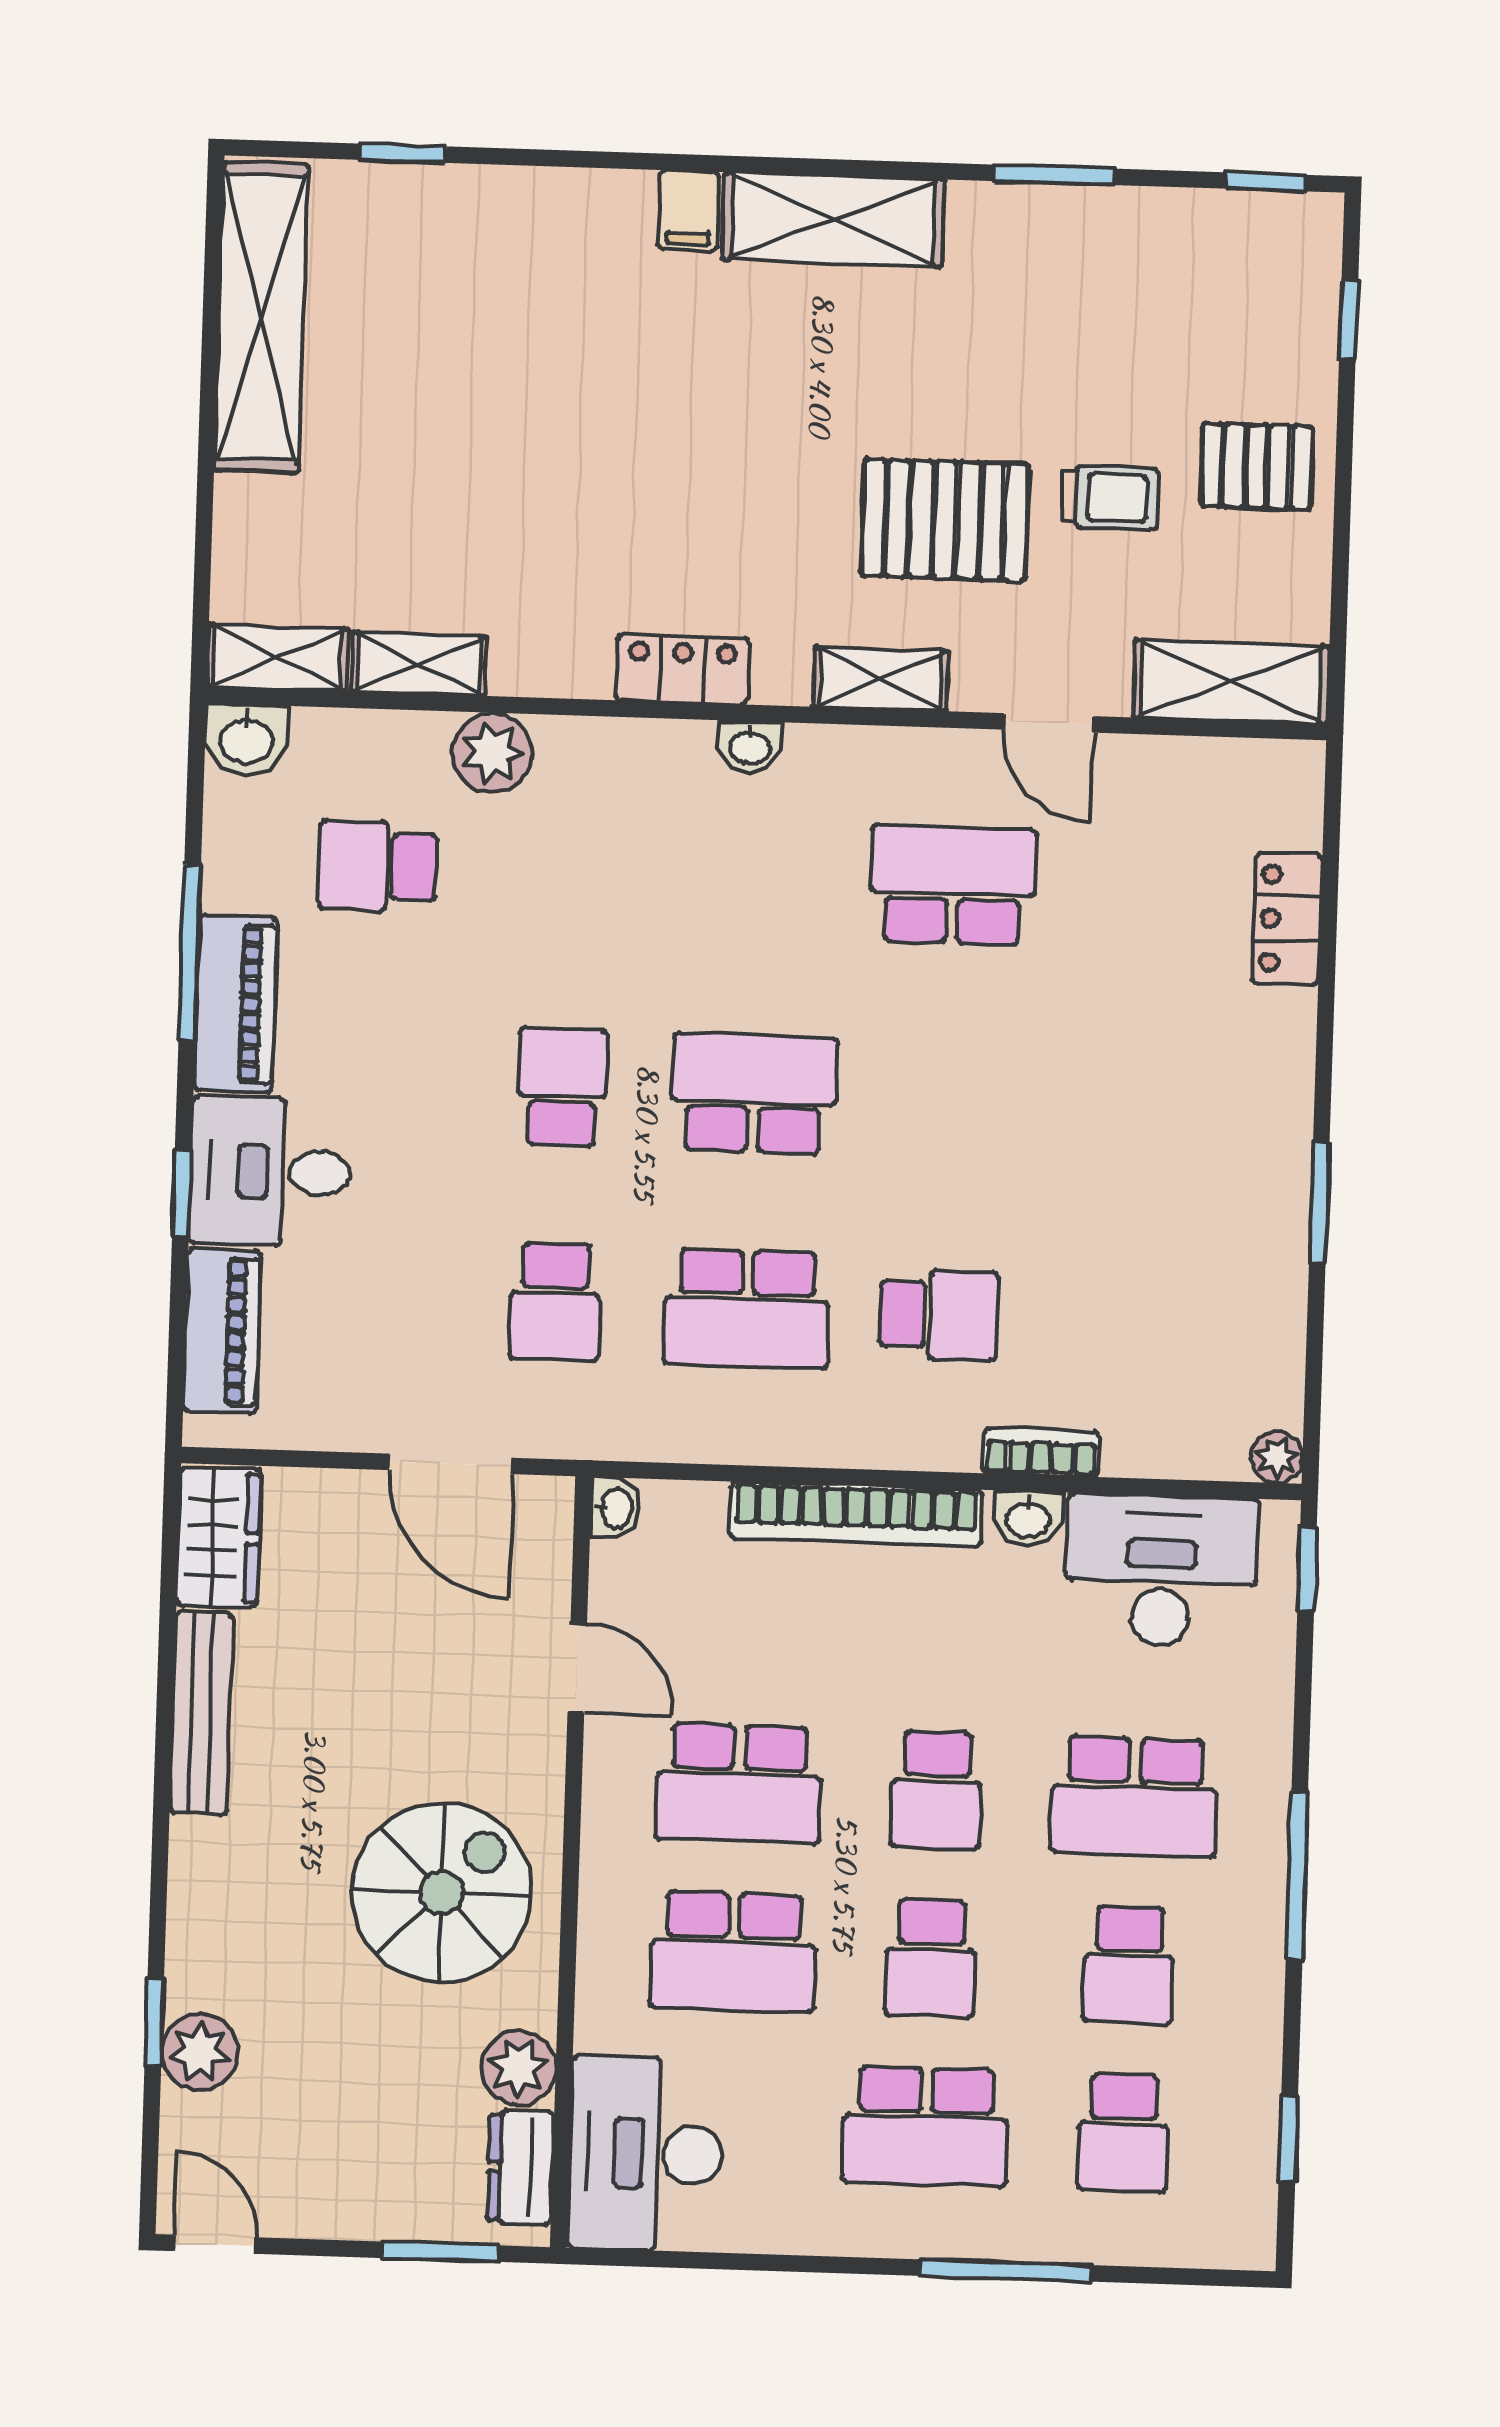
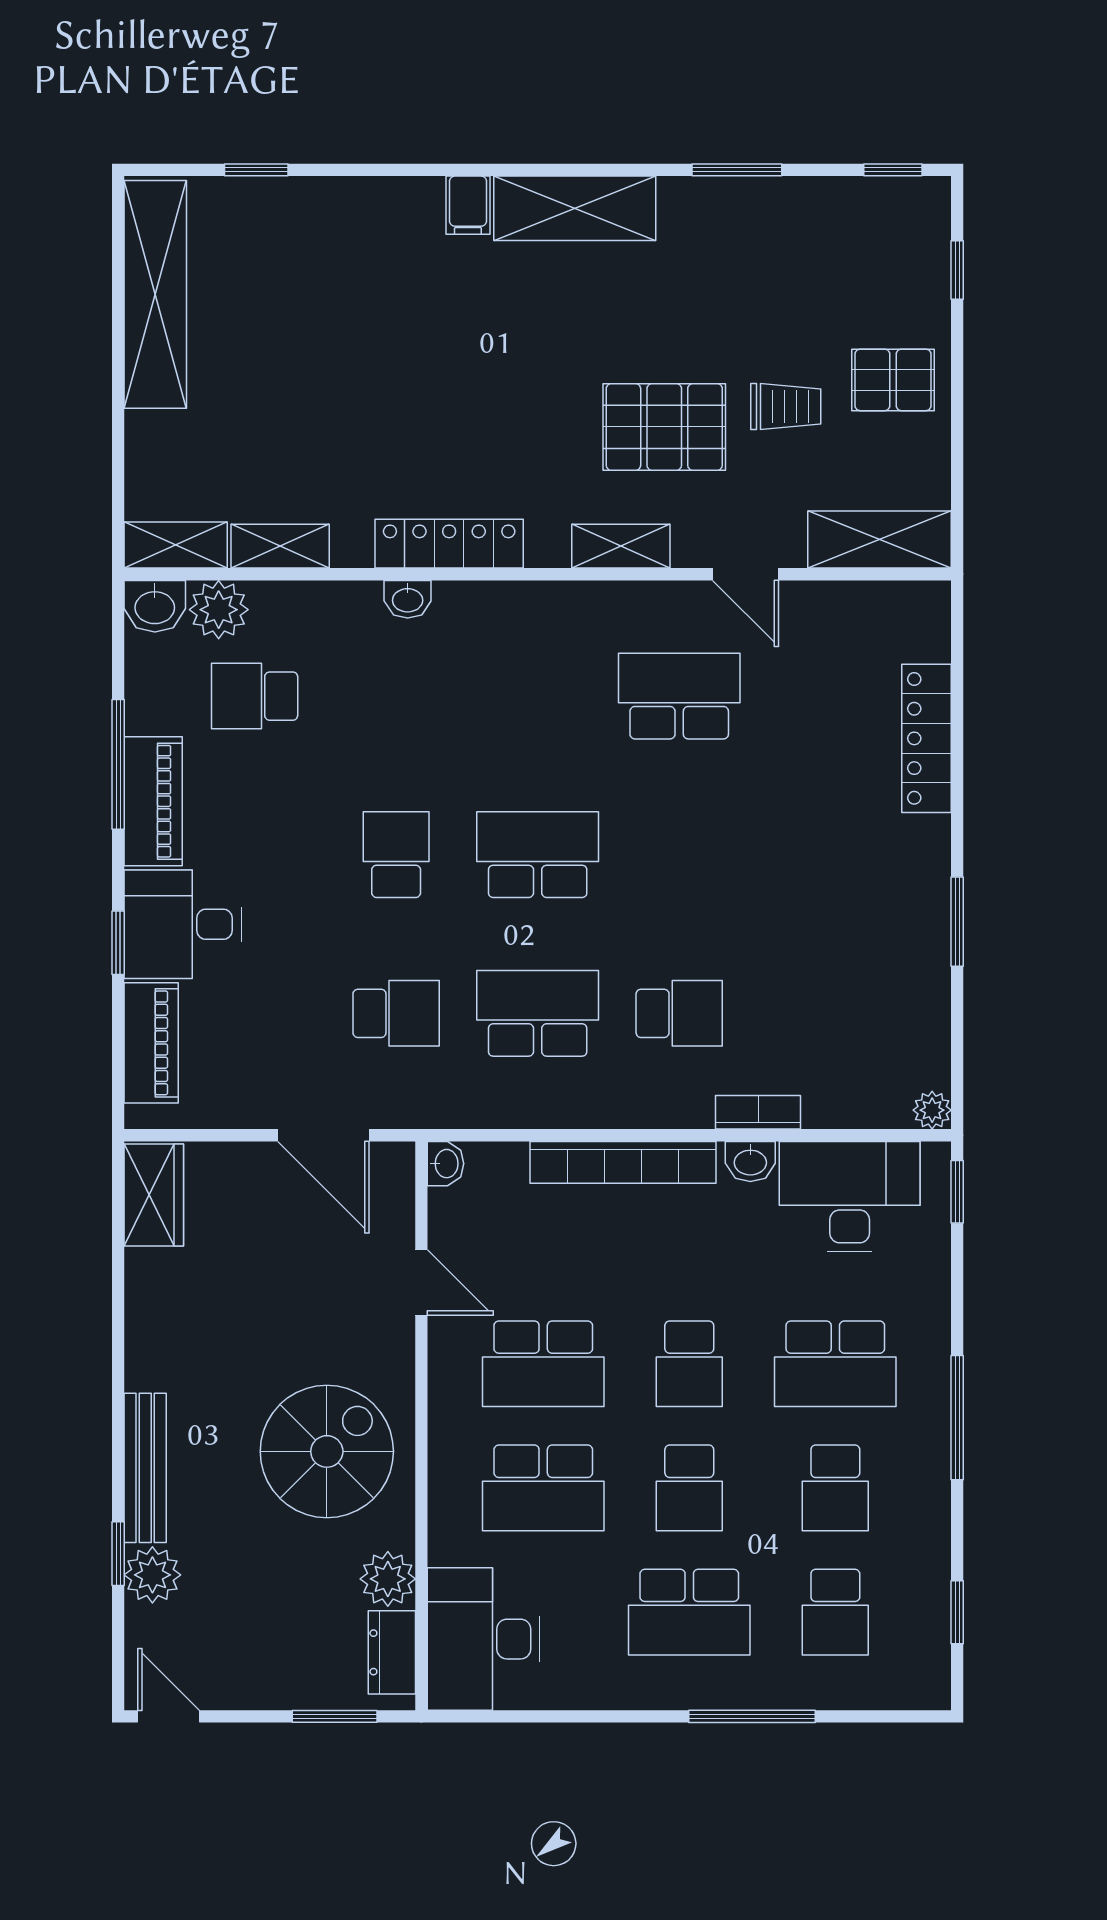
locker: (683, 669) -> (449, 544), width x1.53
washbasin: (750, 747) -> (408, 599), moved
plant: (492, 752) -> (219, 610), moved
locker: (1287, 919) -> (926, 738), width x1.53
school desk: (555, 1302) -> (396, 1013), turned -90
school desk: (747, 1308) -> (538, 1013), turned 180
bench: (201, 1713) -> (145, 1468), moved

